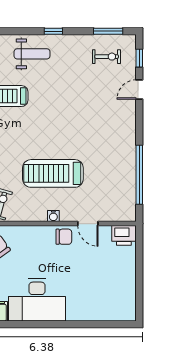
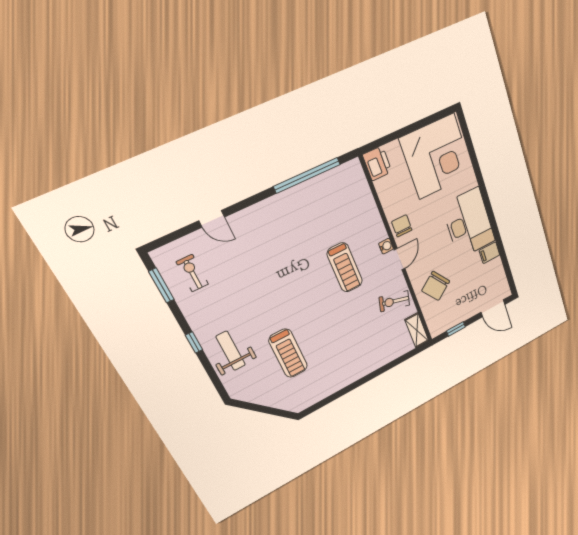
window: (139, 58) -> (174, 236), removed
treadmill: (53, 173) -> (345, 267), width x0.73, depth x0.73
door: (88, 224) -> (400, 259), moved
corner desk: (107, 290) -> (437, 157), added

